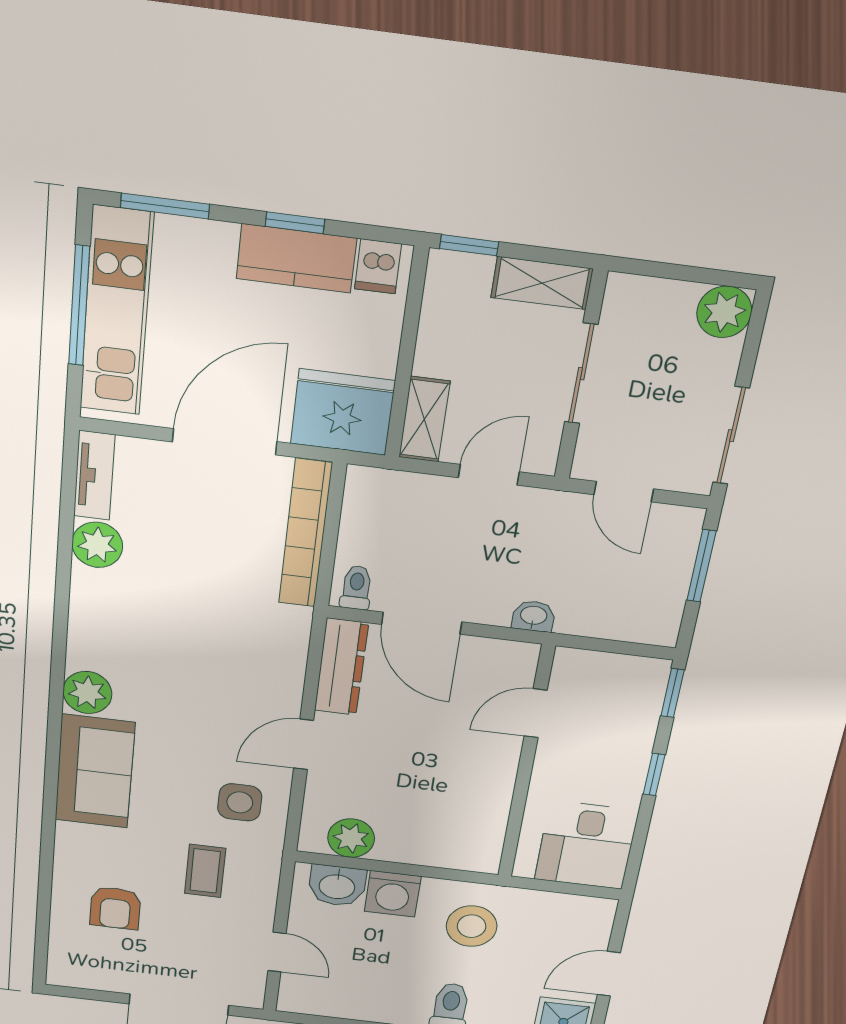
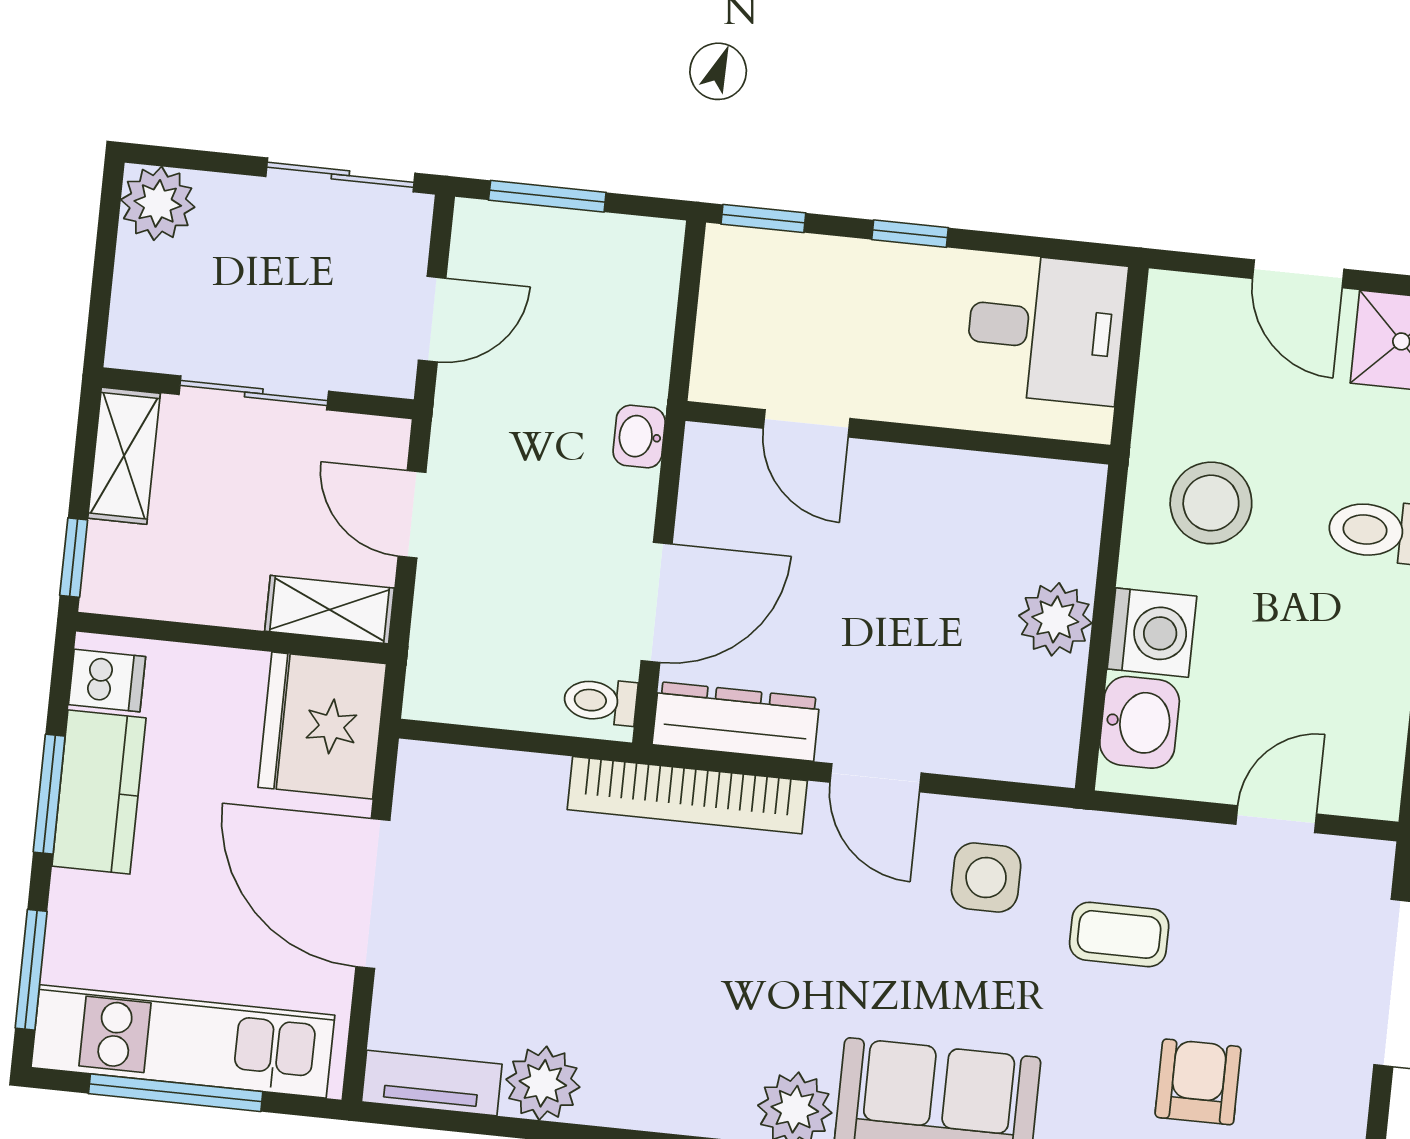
window: (295, 223) -> (49, 794), width x1.50
bookcase: (305, 534) -> (687, 795), moved
plant: (351, 838) -> (1055, 619), moved
armchair: (115, 908) -> (1198, 1082), turned -90

